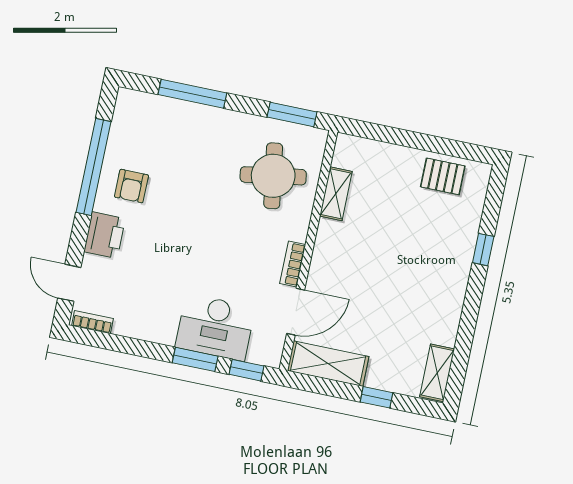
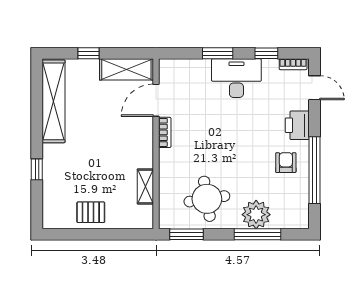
plant: (188, 122) -> (256, 215), added
round table: (273, 176) -> (207, 199), moved
pallet: (443, 176) -> (91, 212), moved
desk: (215, 327) -> (236, 78), moved
window: (246, 370) -> (266, 53), moved
shelving: (437, 373) -> (54, 101), width x2.20, depth x1.33

